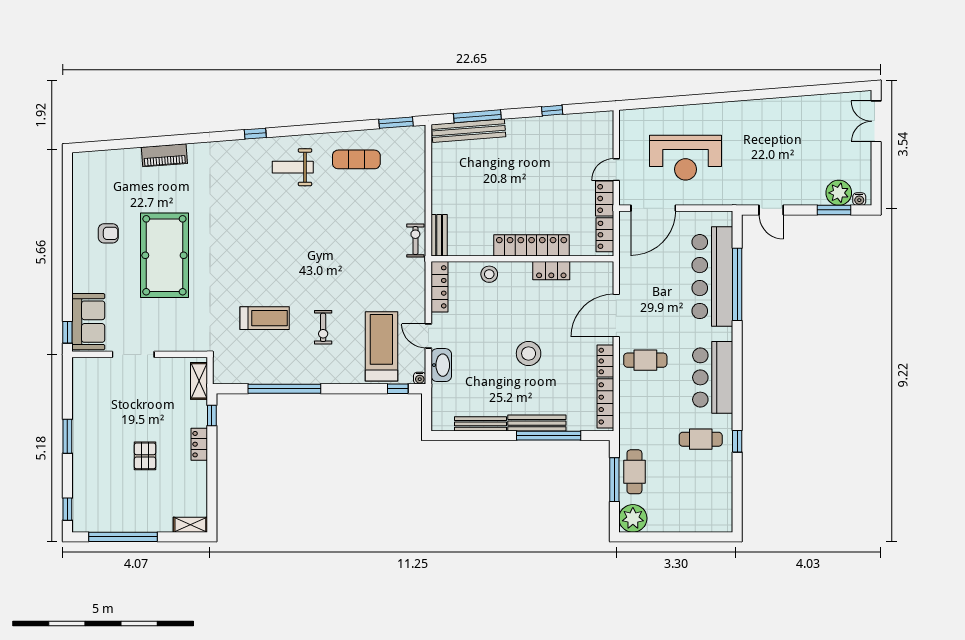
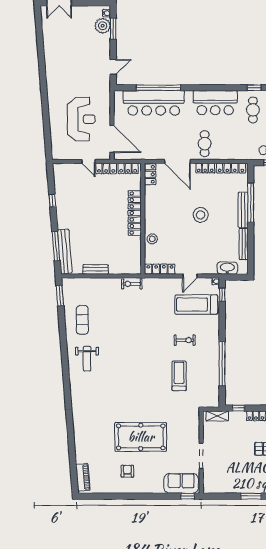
window: (255, 134) -> (67, 382), removed
piano: (164, 155) -> (83, 477), moved
bench: (439, 235) -> (96, 269), moved
locker: (551, 271) -> (150, 174), moved
washbasin: (441, 365) -> (227, 268), moved

